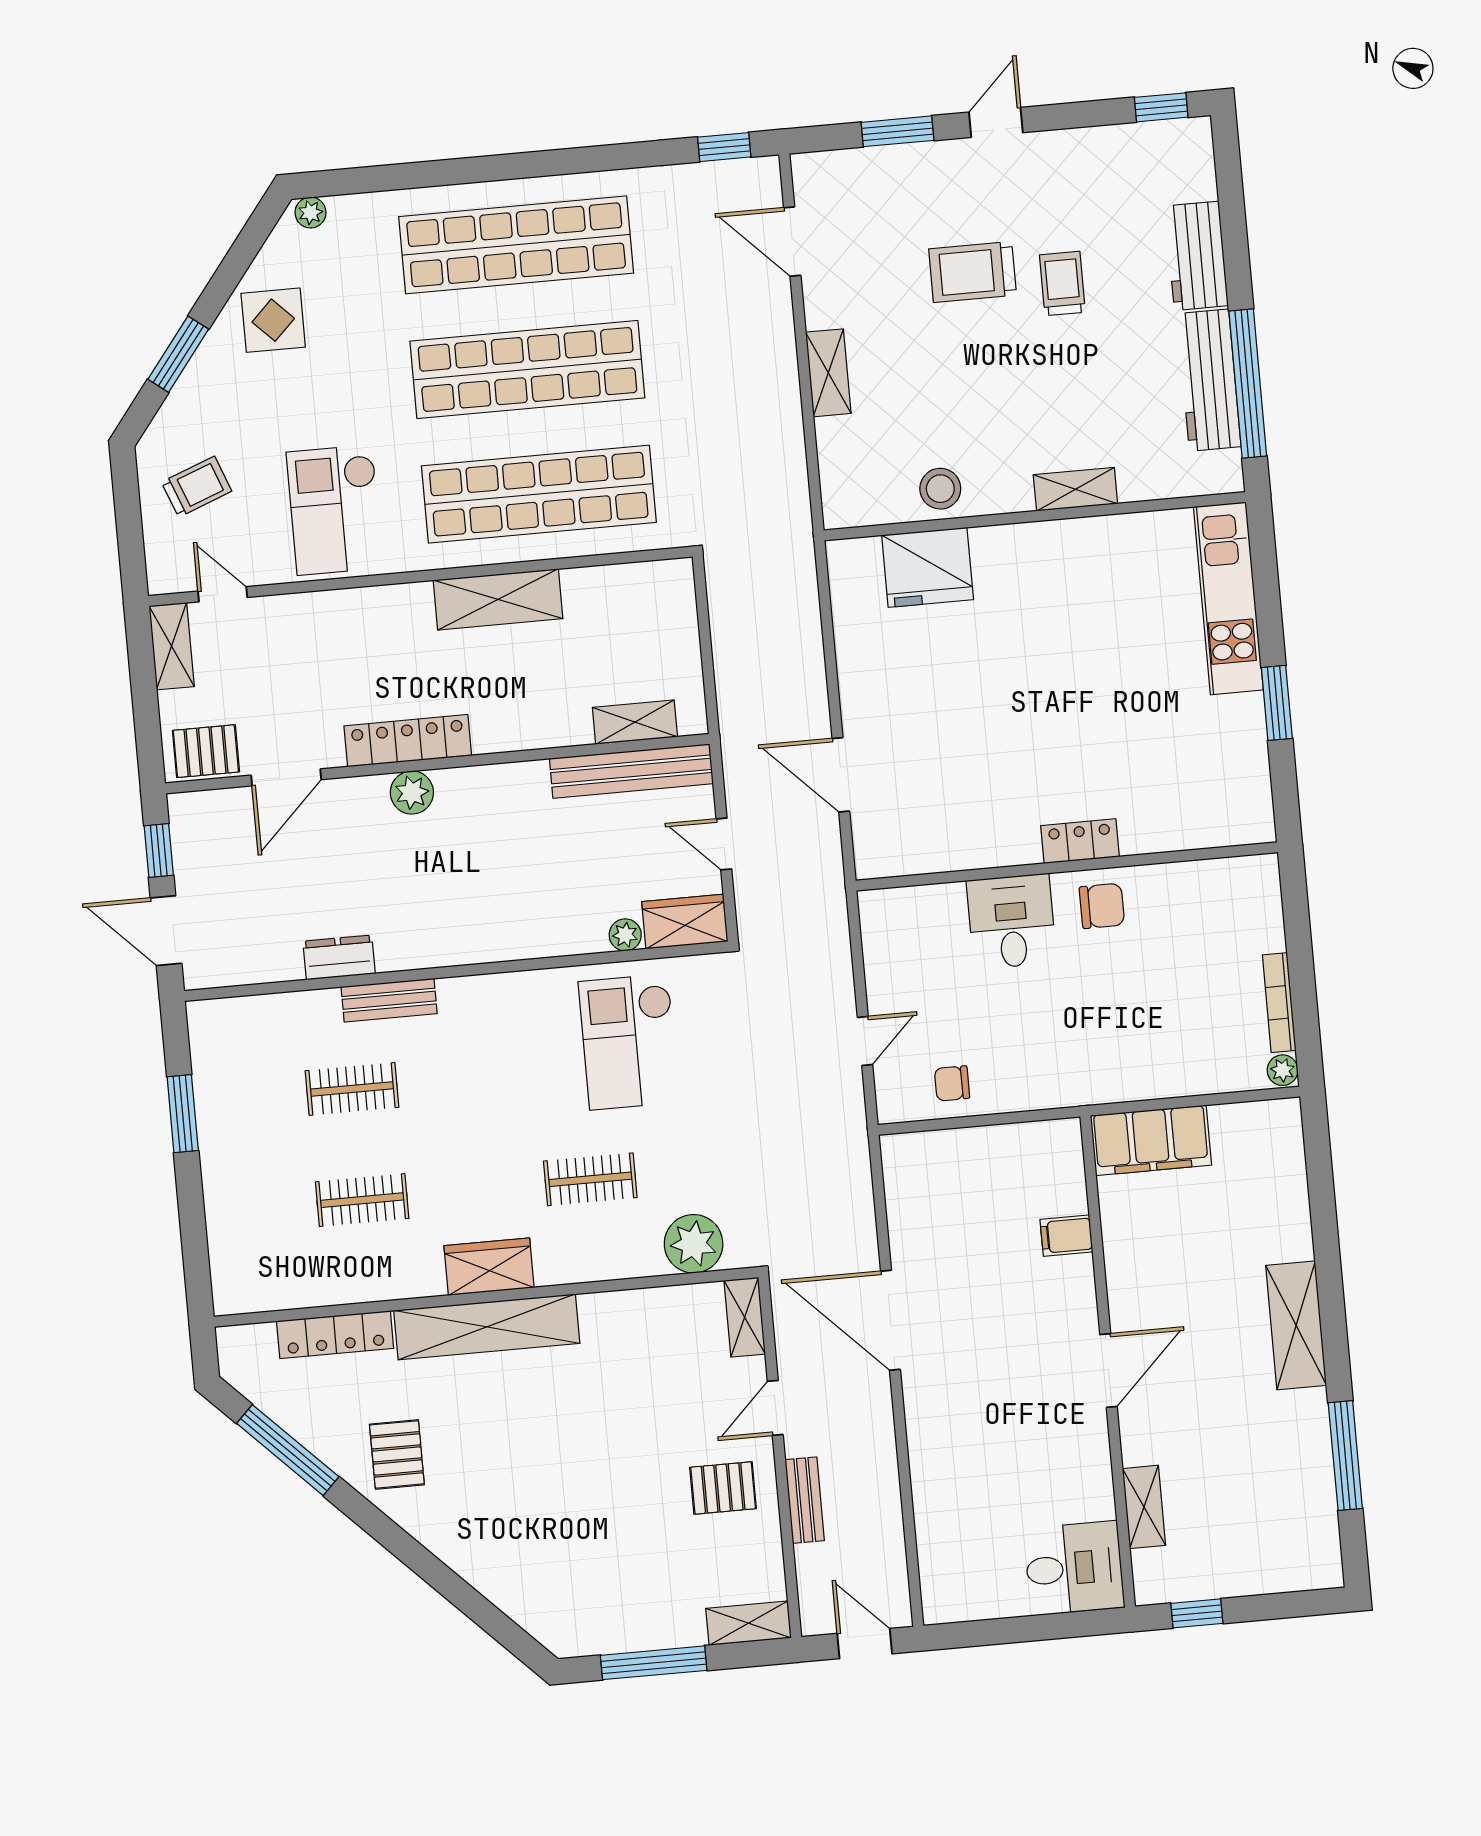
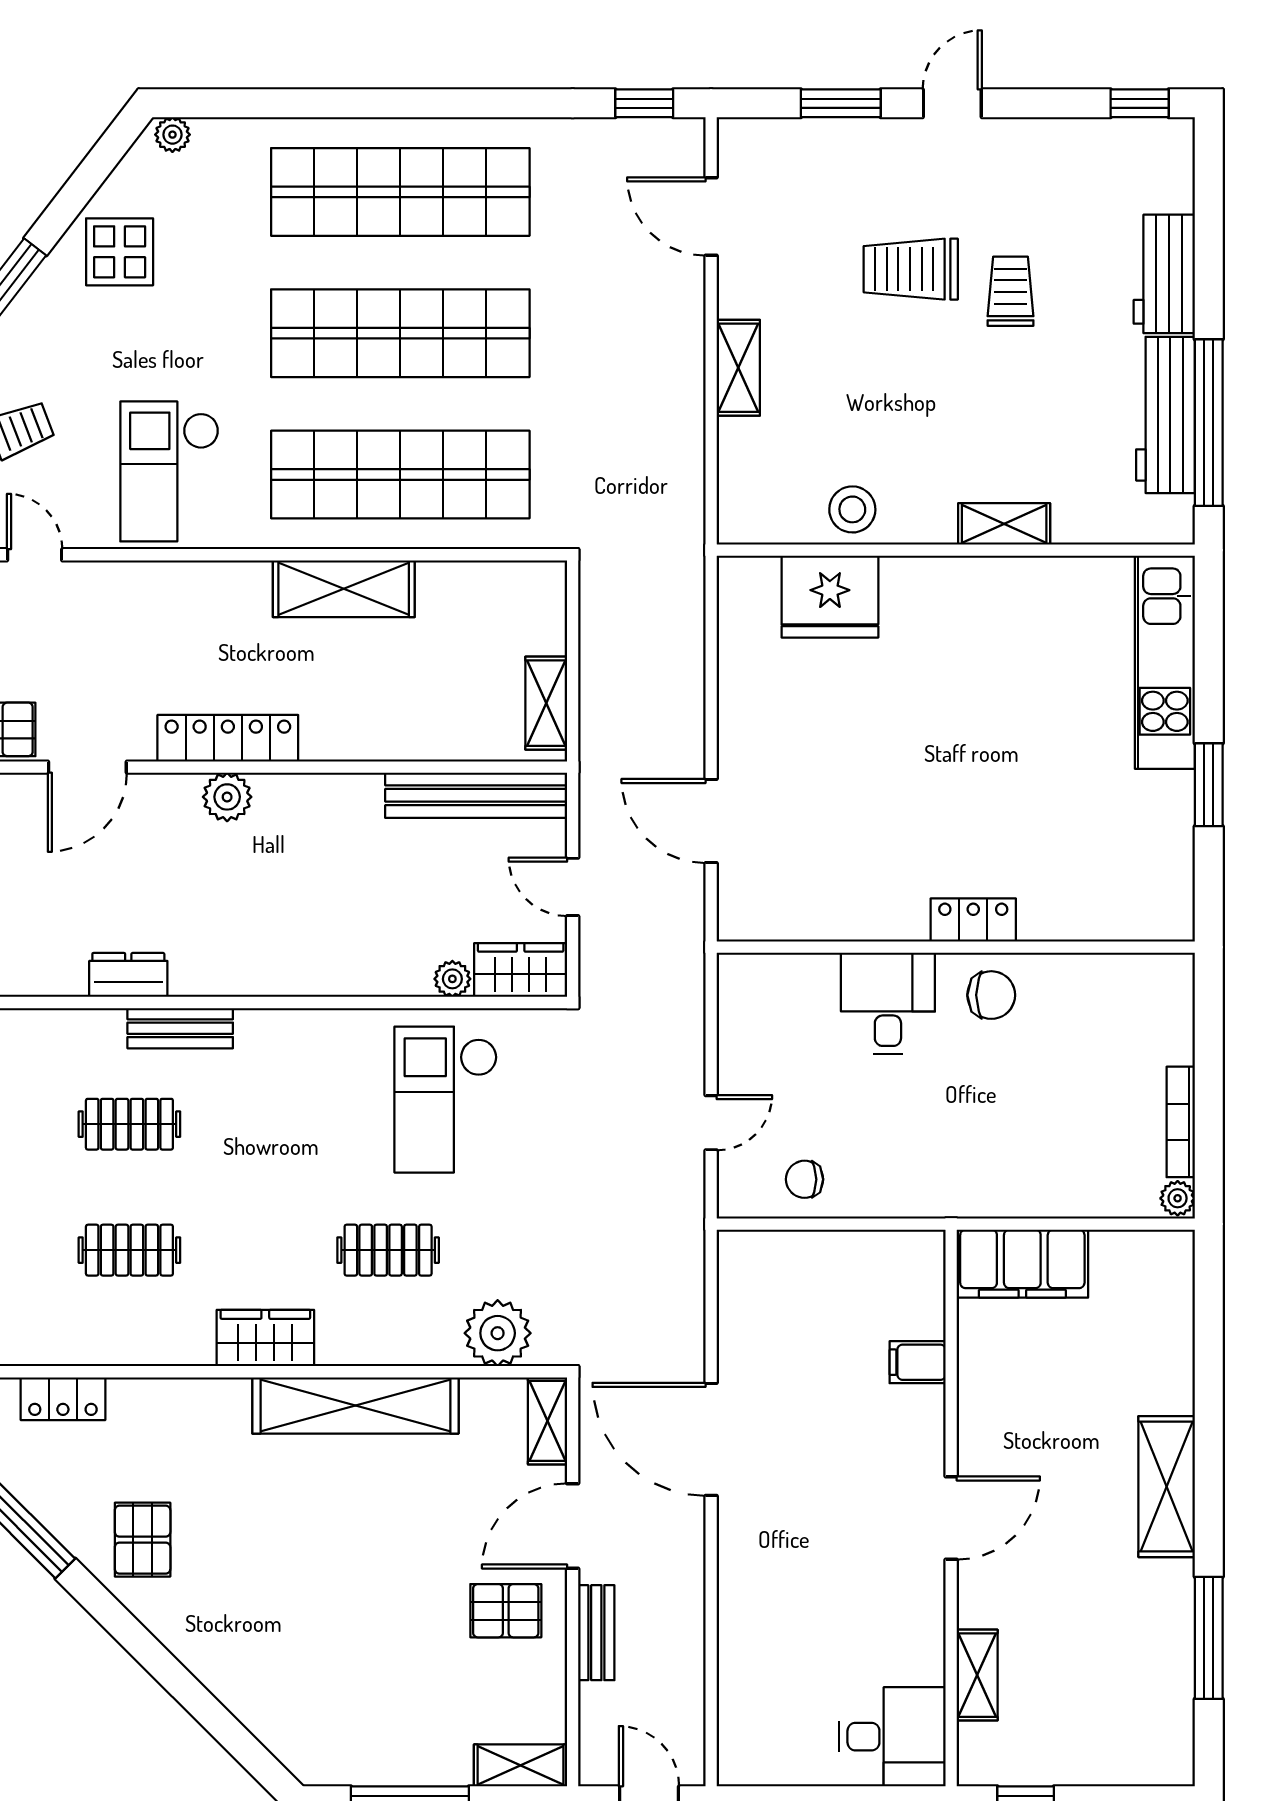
shelving: (635, 722) -> (546, 703), moved, turned 90
shelving: (487, 1327) -> (355, 1405), moved
locker: (335, 1335) -> (63, 1399), width x0.66
door: (775, 1408) -> (573, 1526), width x1.38

